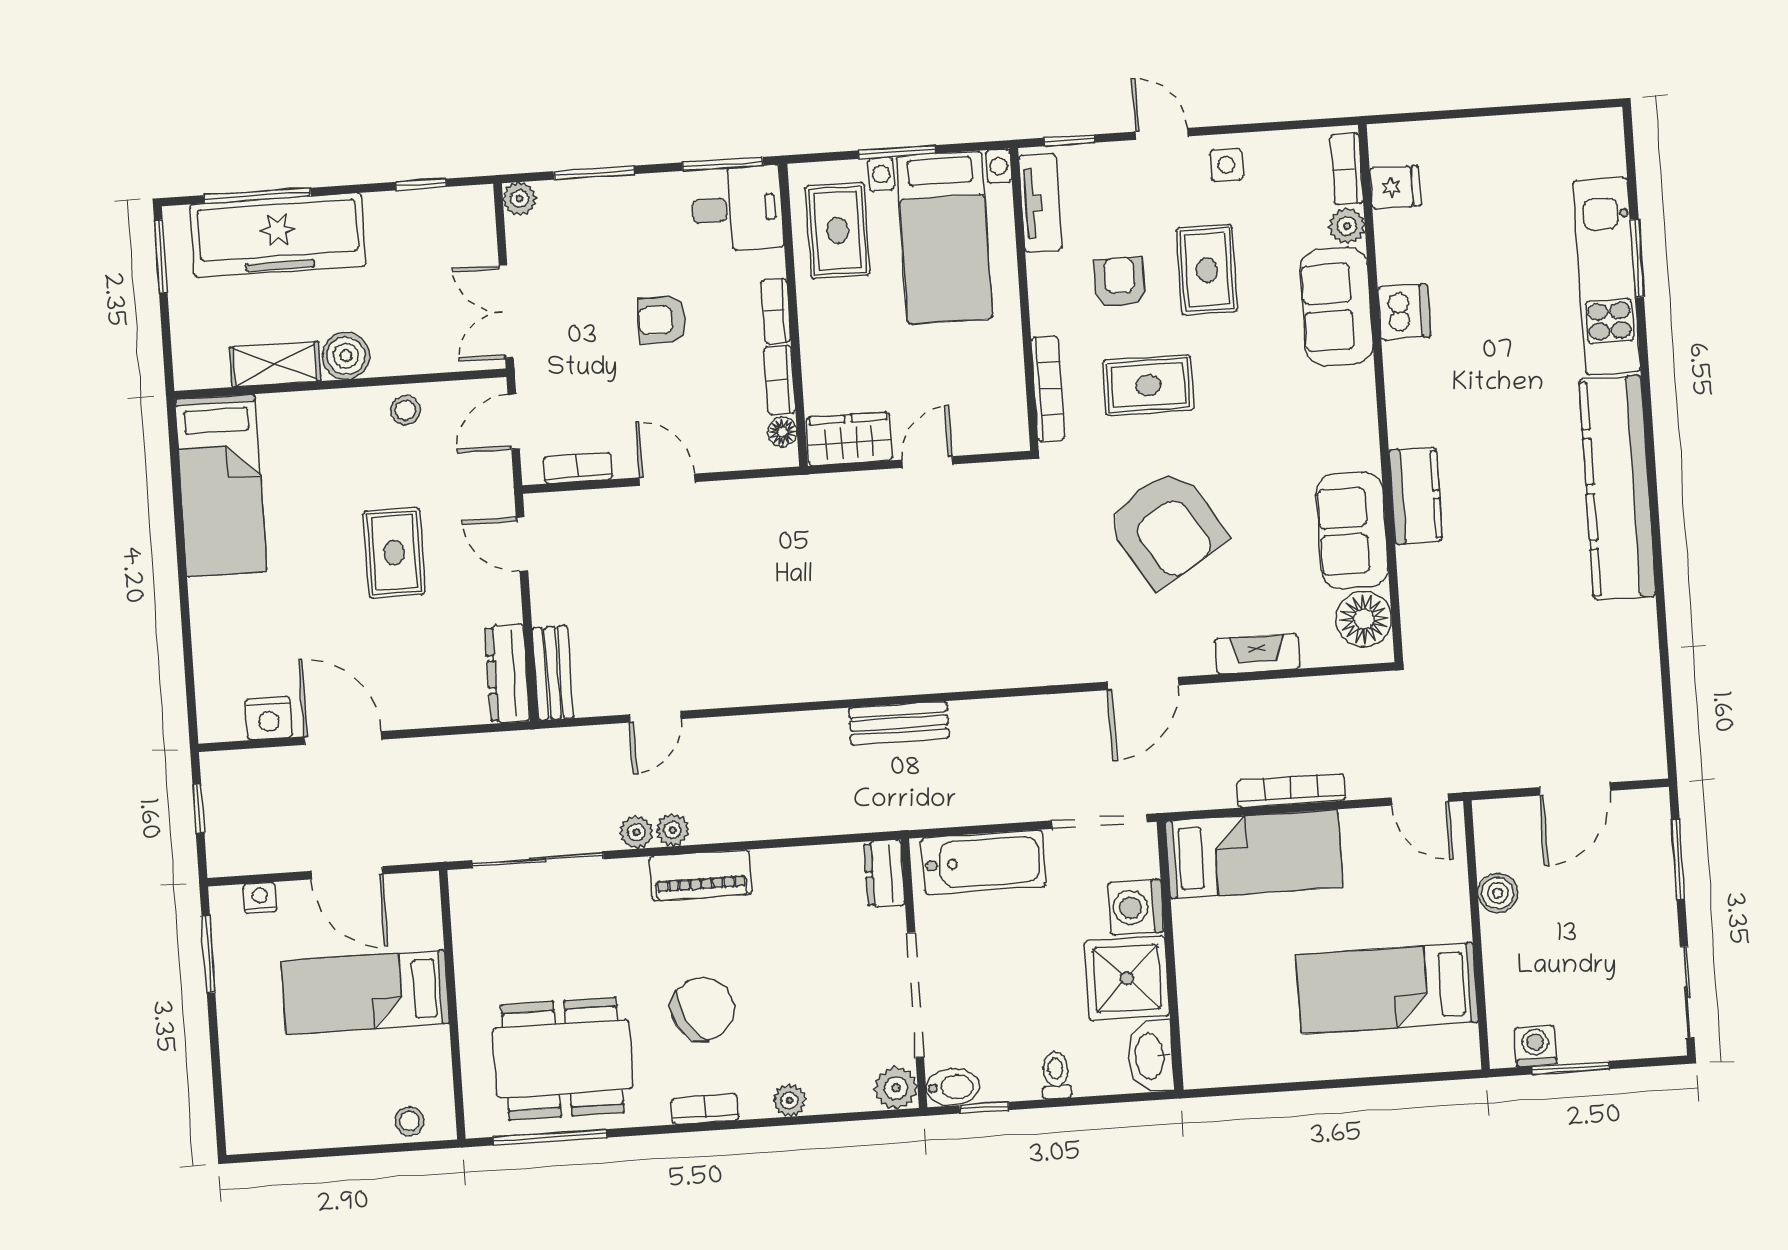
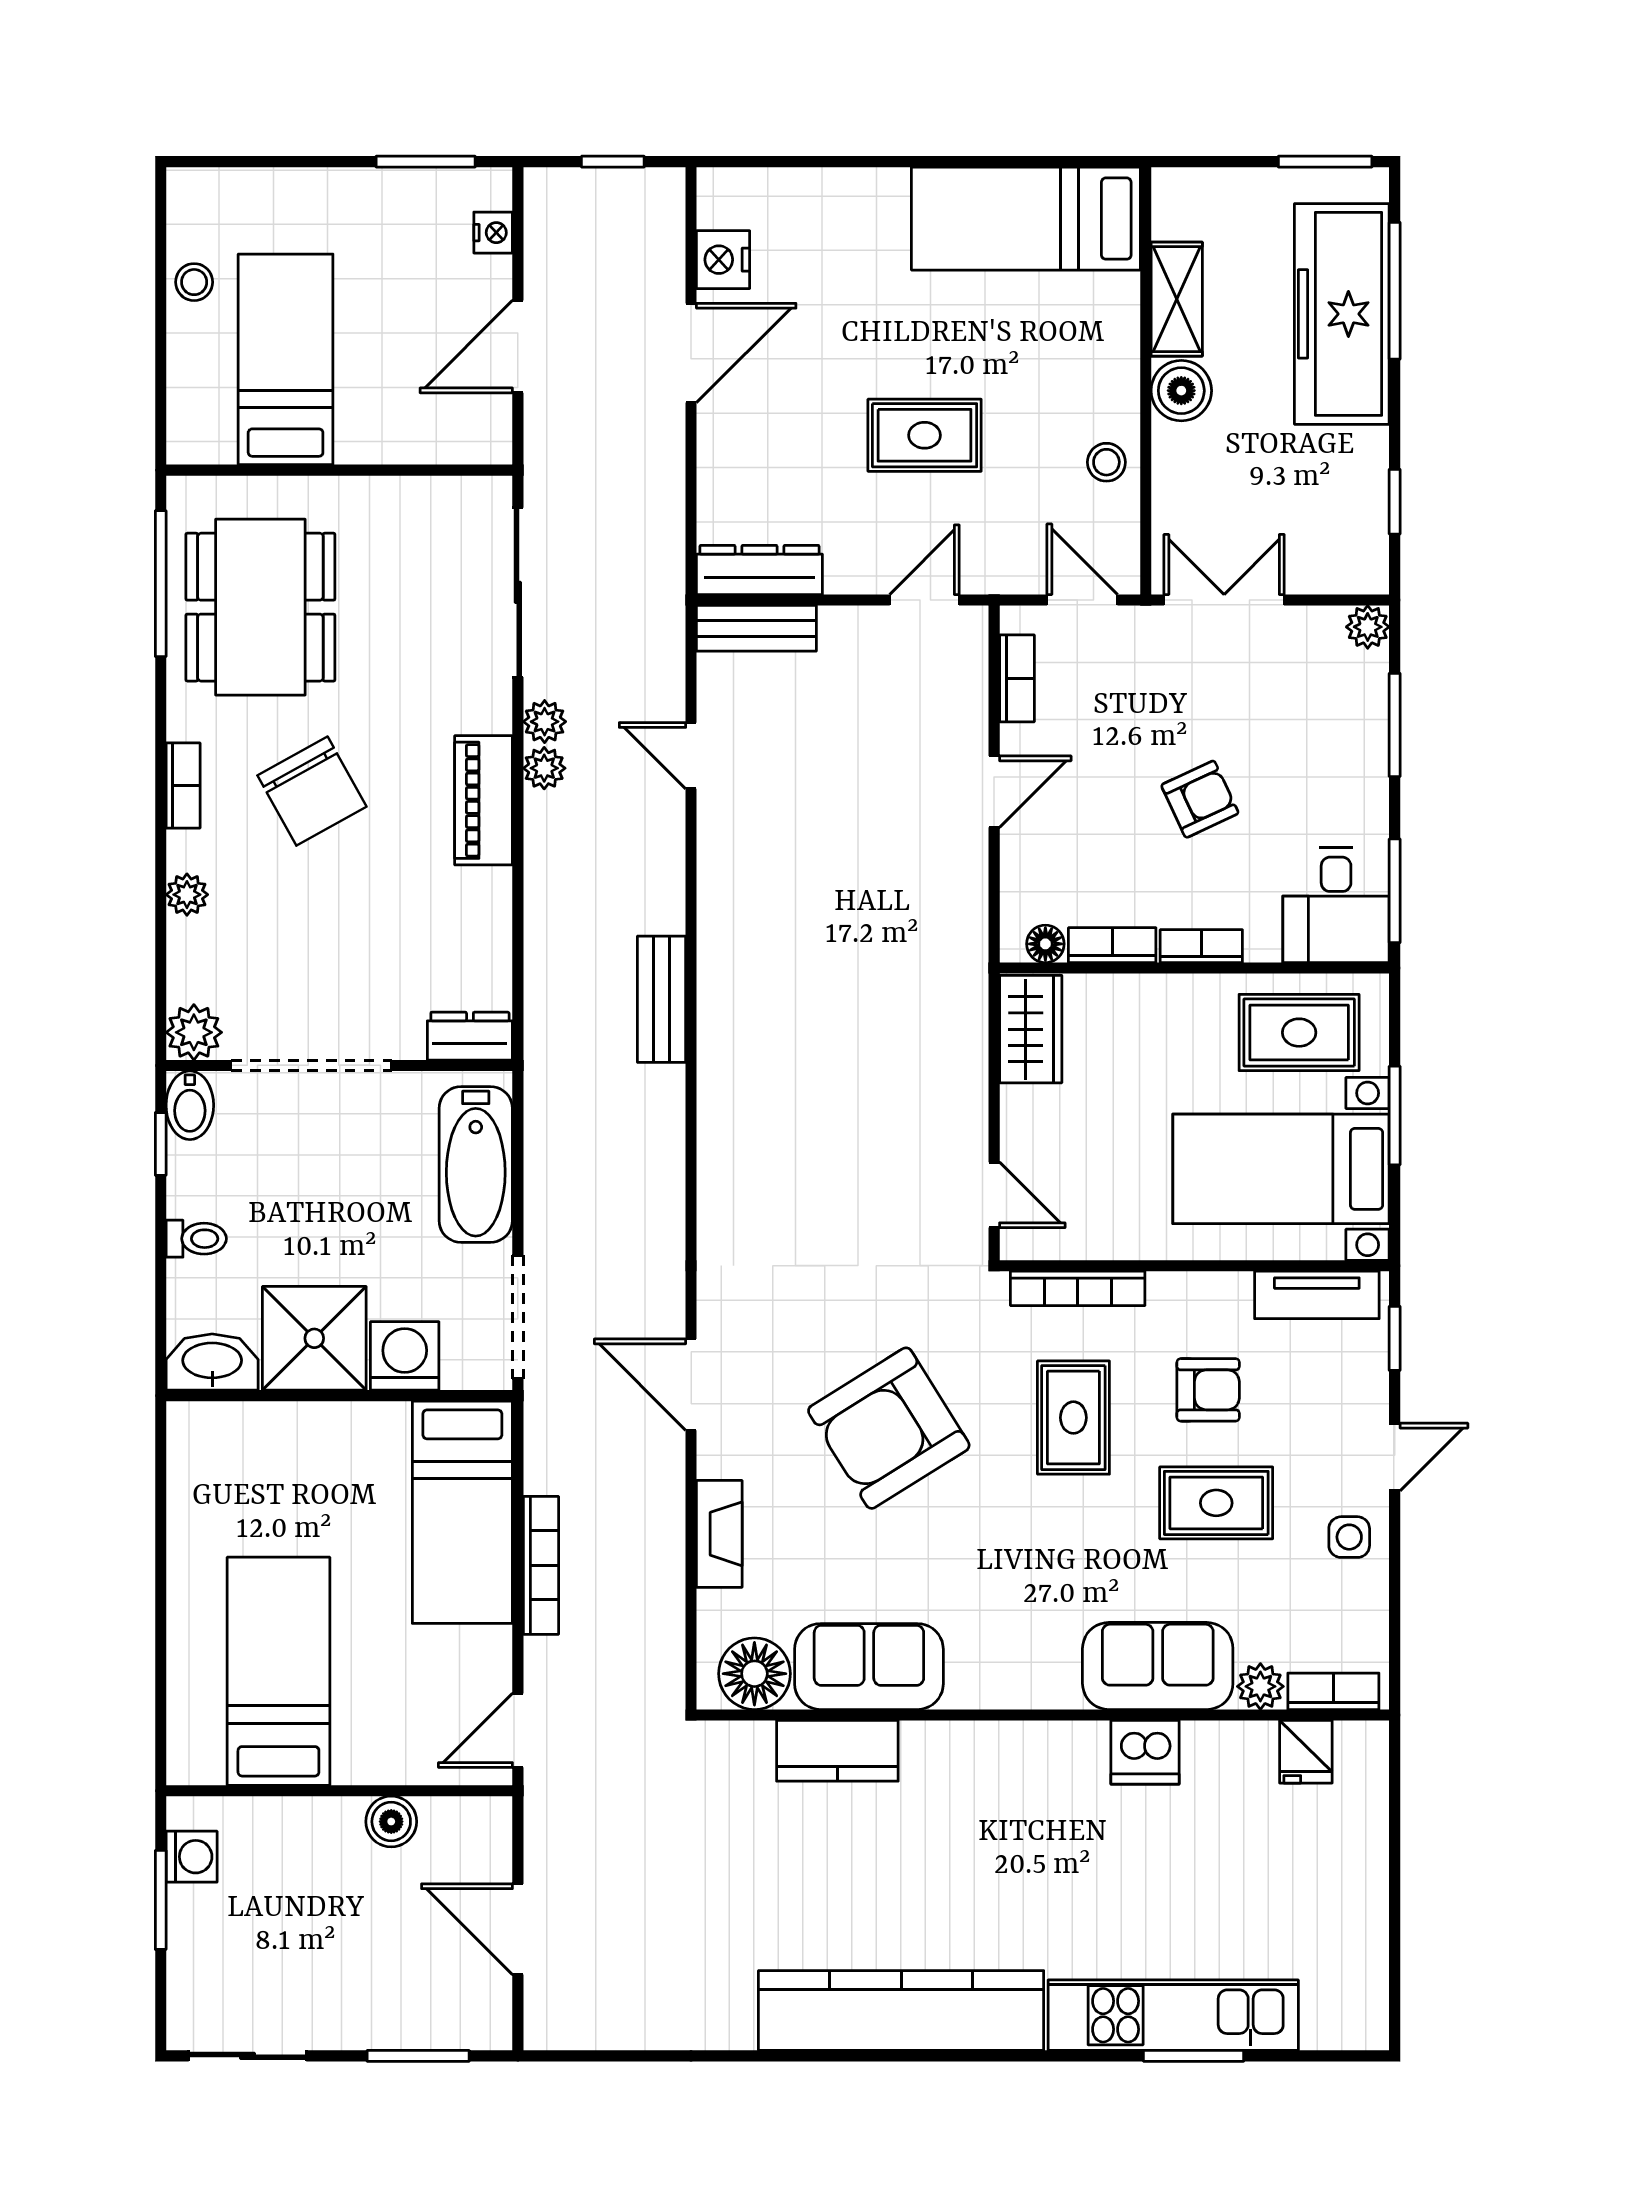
armchair: (662, 320) -> (1200, 799), turned 65
door: (927, 462) -> (994, 1195), moved
kitchen counter: (1415, 496) -> (837, 1751), moved
bench: (899, 723) -> (662, 999), moved
bed: (365, 992) -> (286, 359), moved
stool: (409, 1121) -> (194, 282), moved

